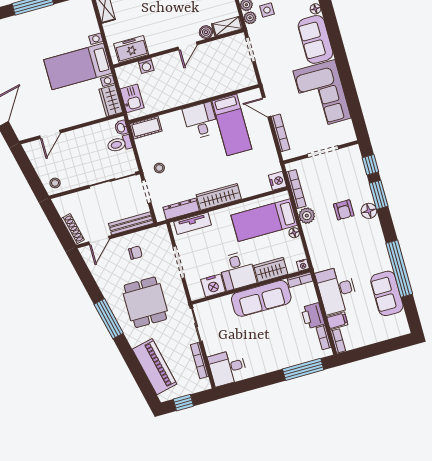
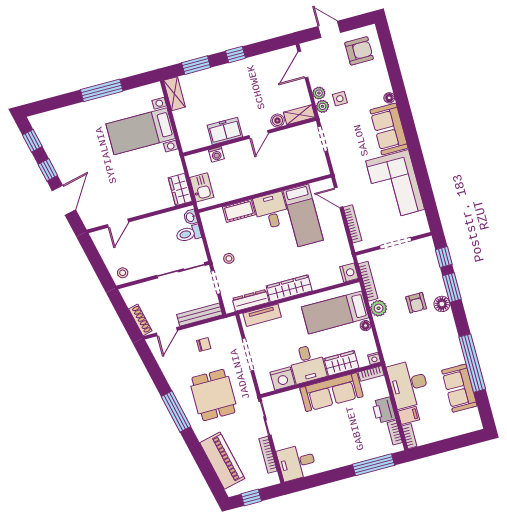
freezer: (131, 49) -> (225, 131), moved
bed with nightstands: (78, 66) -> (141, 131), moved
cot: (146, 127) -> (239, 211), moved

